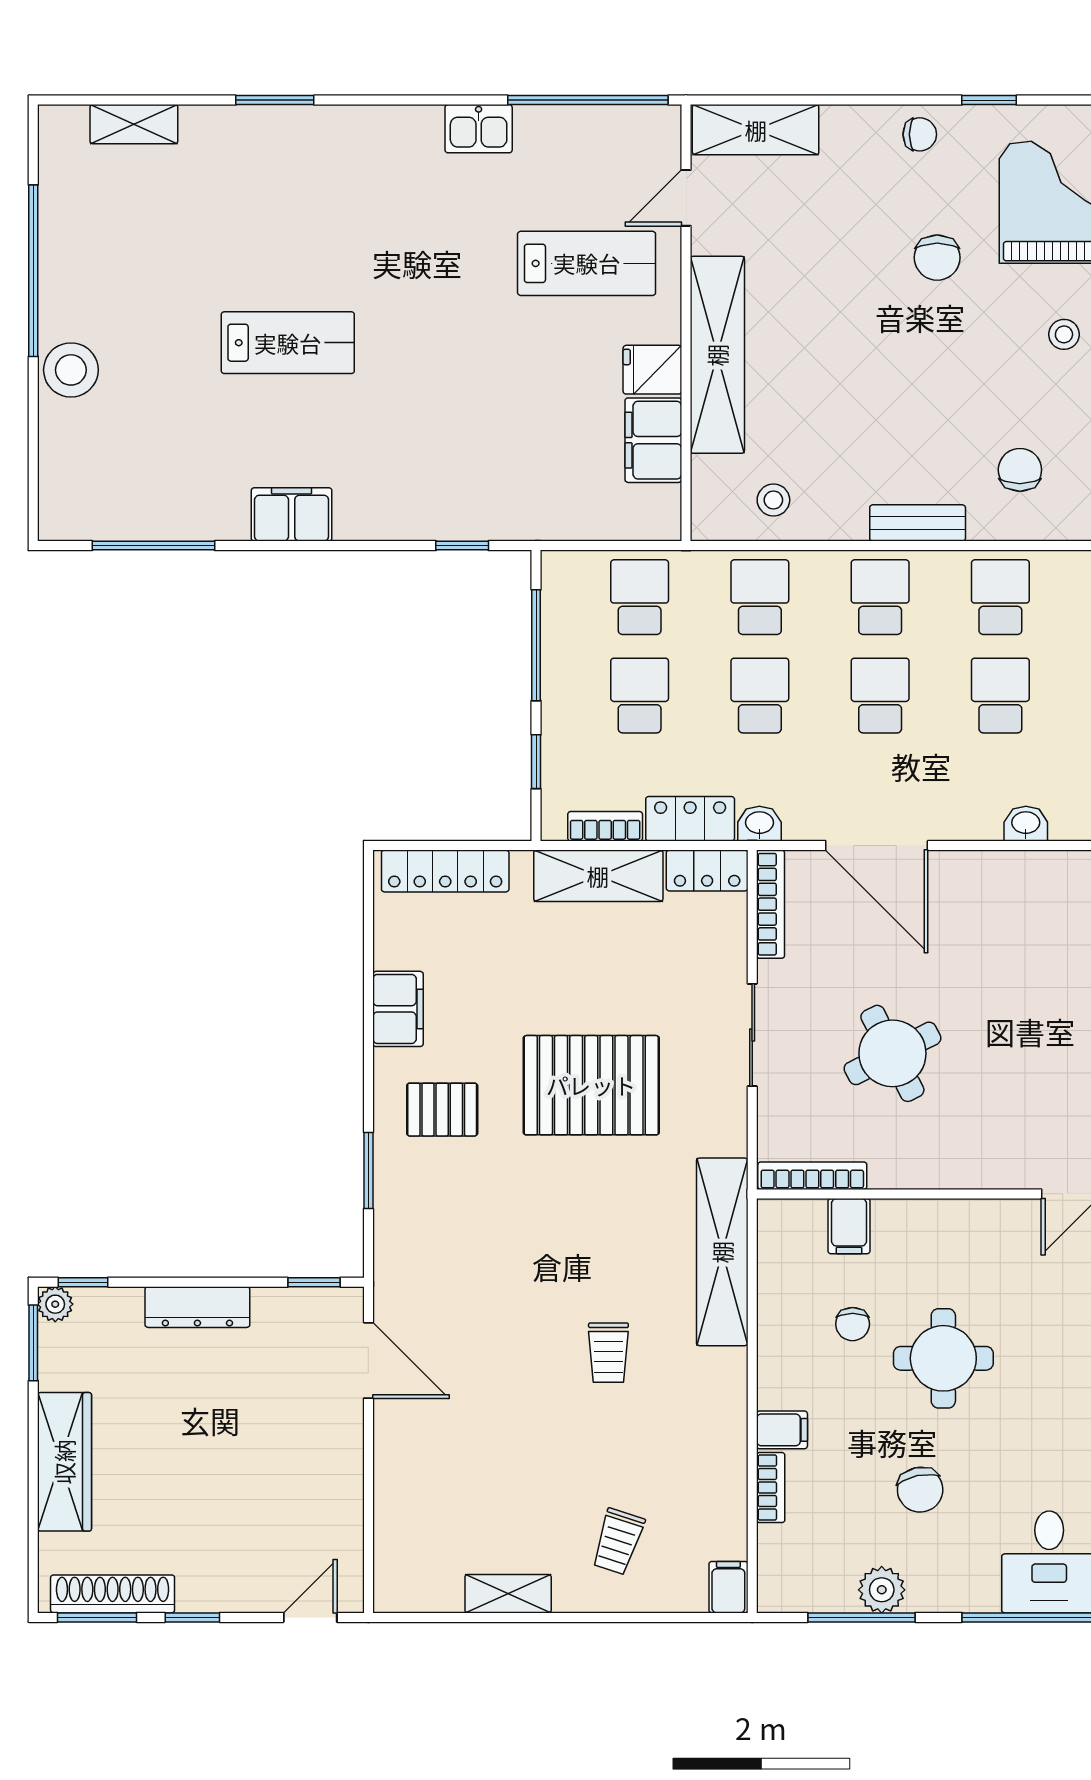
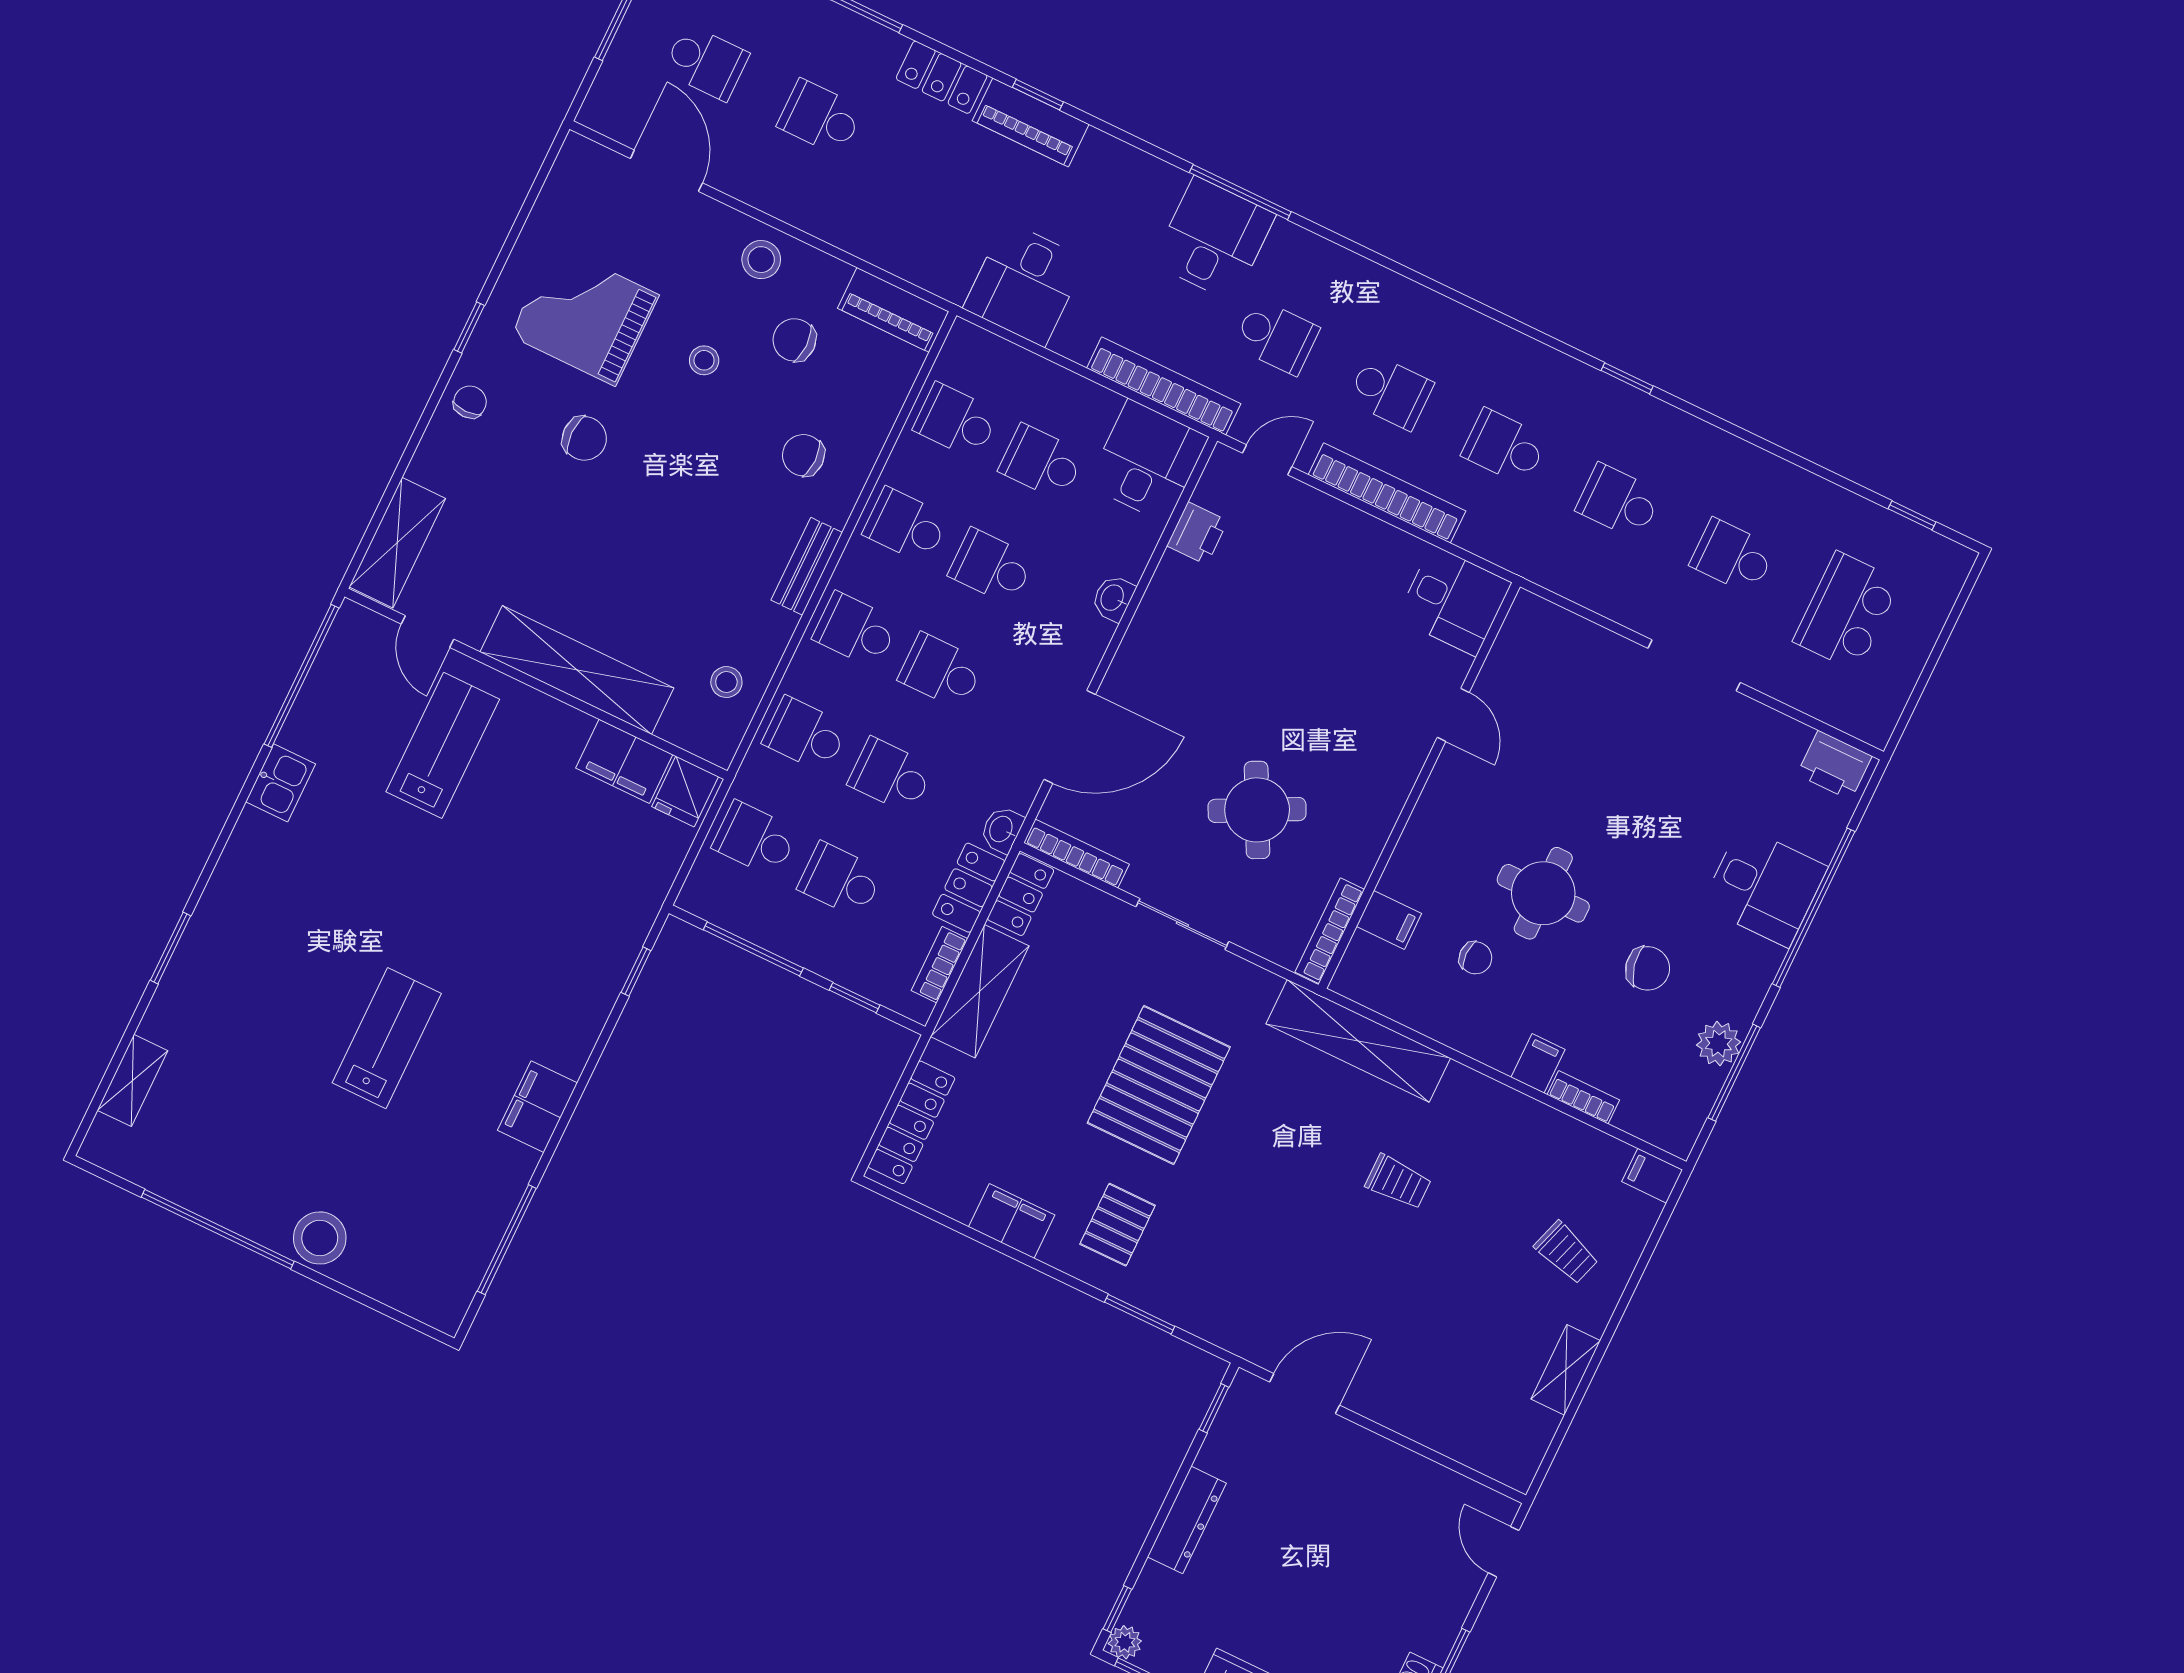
fridge: (652, 370) -> (685, 792), moved

